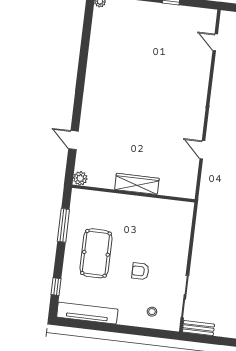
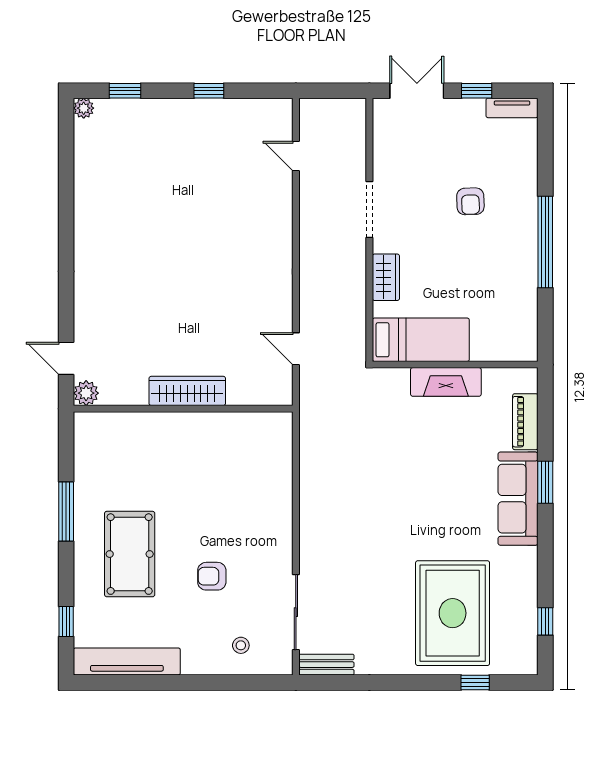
plant: (80, 178) -> (86, 393), moved
wardrobe: (137, 184) -> (187, 391), moved
wall: (133, 193) -> (183, 409), moved

